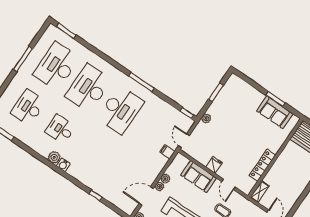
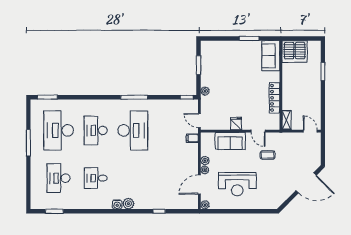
desk: (88, 88) -> (96, 130), width x0.73, depth x0.77
sofa: (275, 112) -> (271, 56), moved, turned 90
plant: (54, 157) -> (128, 204), moved

